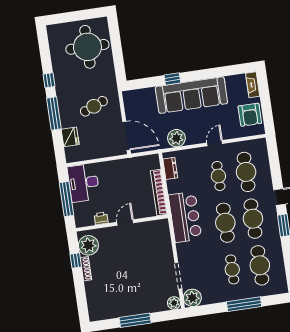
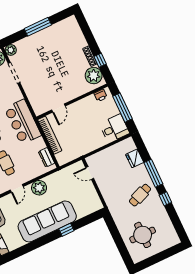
round table: (87, 47) -> (143, 235), width x0.73, depth x0.73
cafe table: (94, 106) -> (140, 195), moved
door: (126, 136) -> (90, 173), width x0.53
plant: (176, 138) -> (39, 188), moved
desk: (84, 183) -> (114, 128), width x0.73
printer: (101, 218) -> (101, 95), moved
door: (125, 223) -> (58, 108), moved

